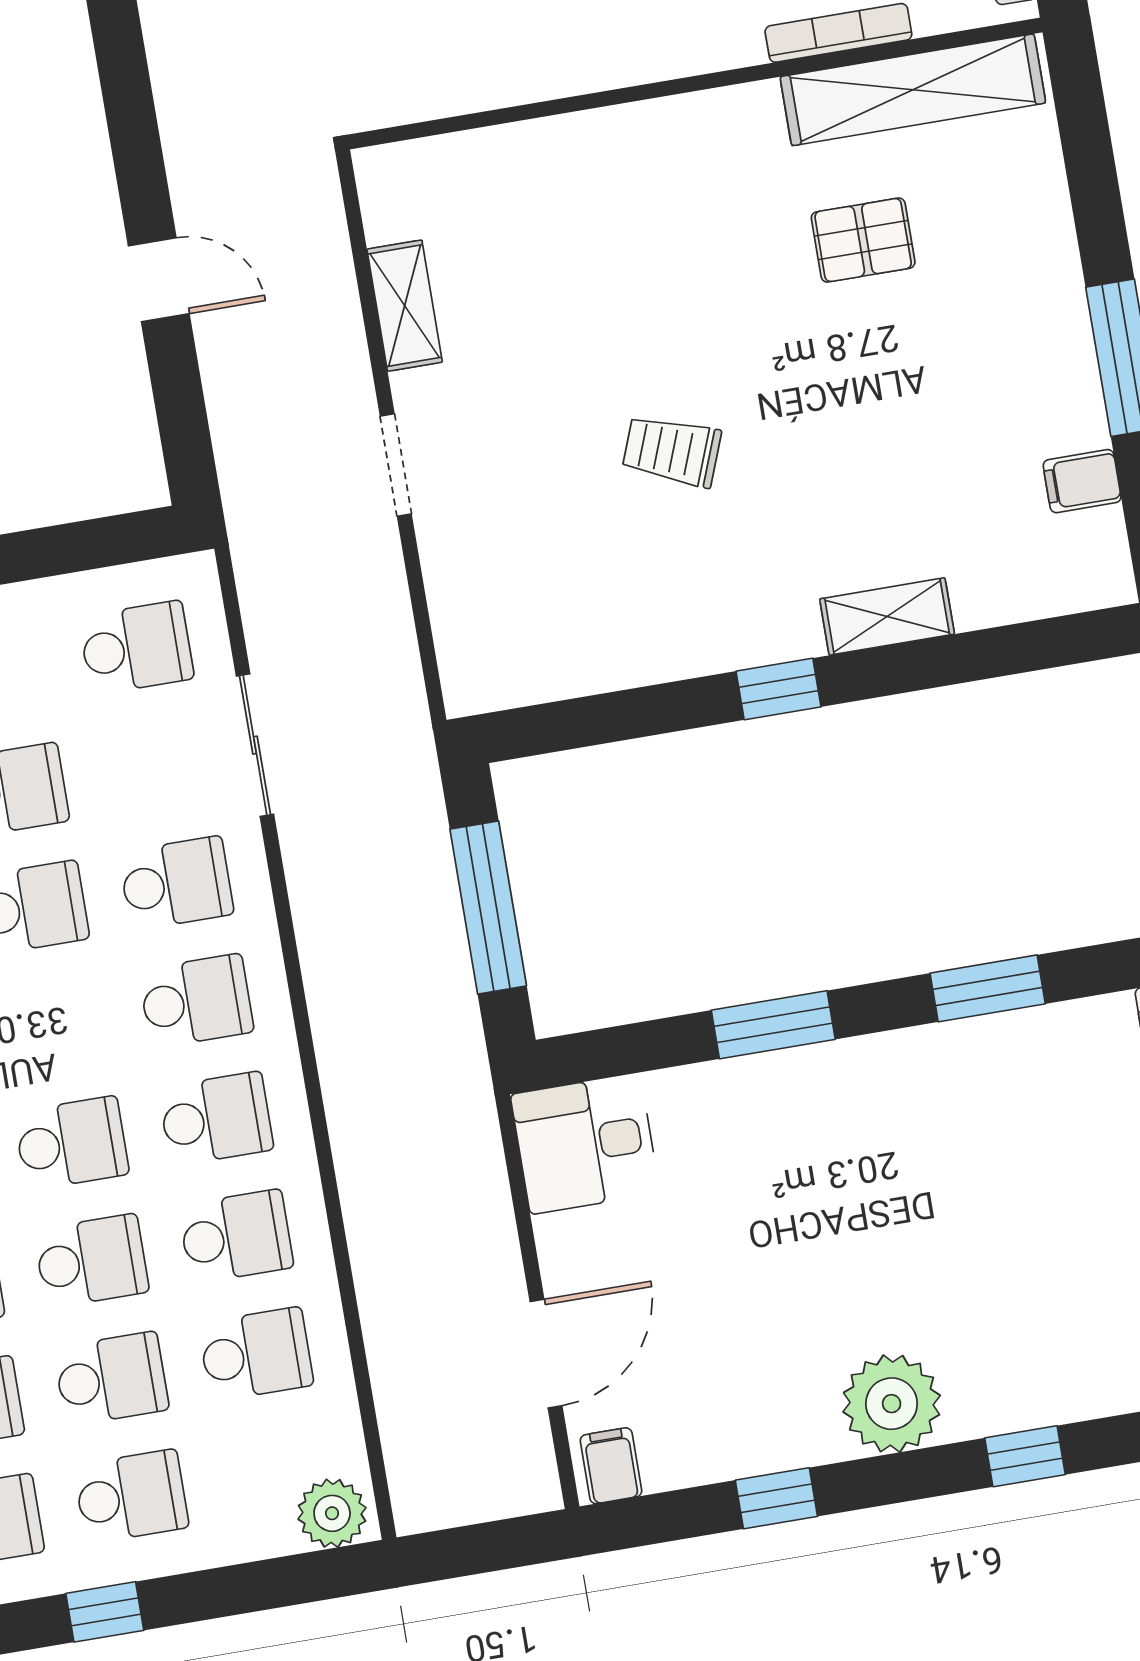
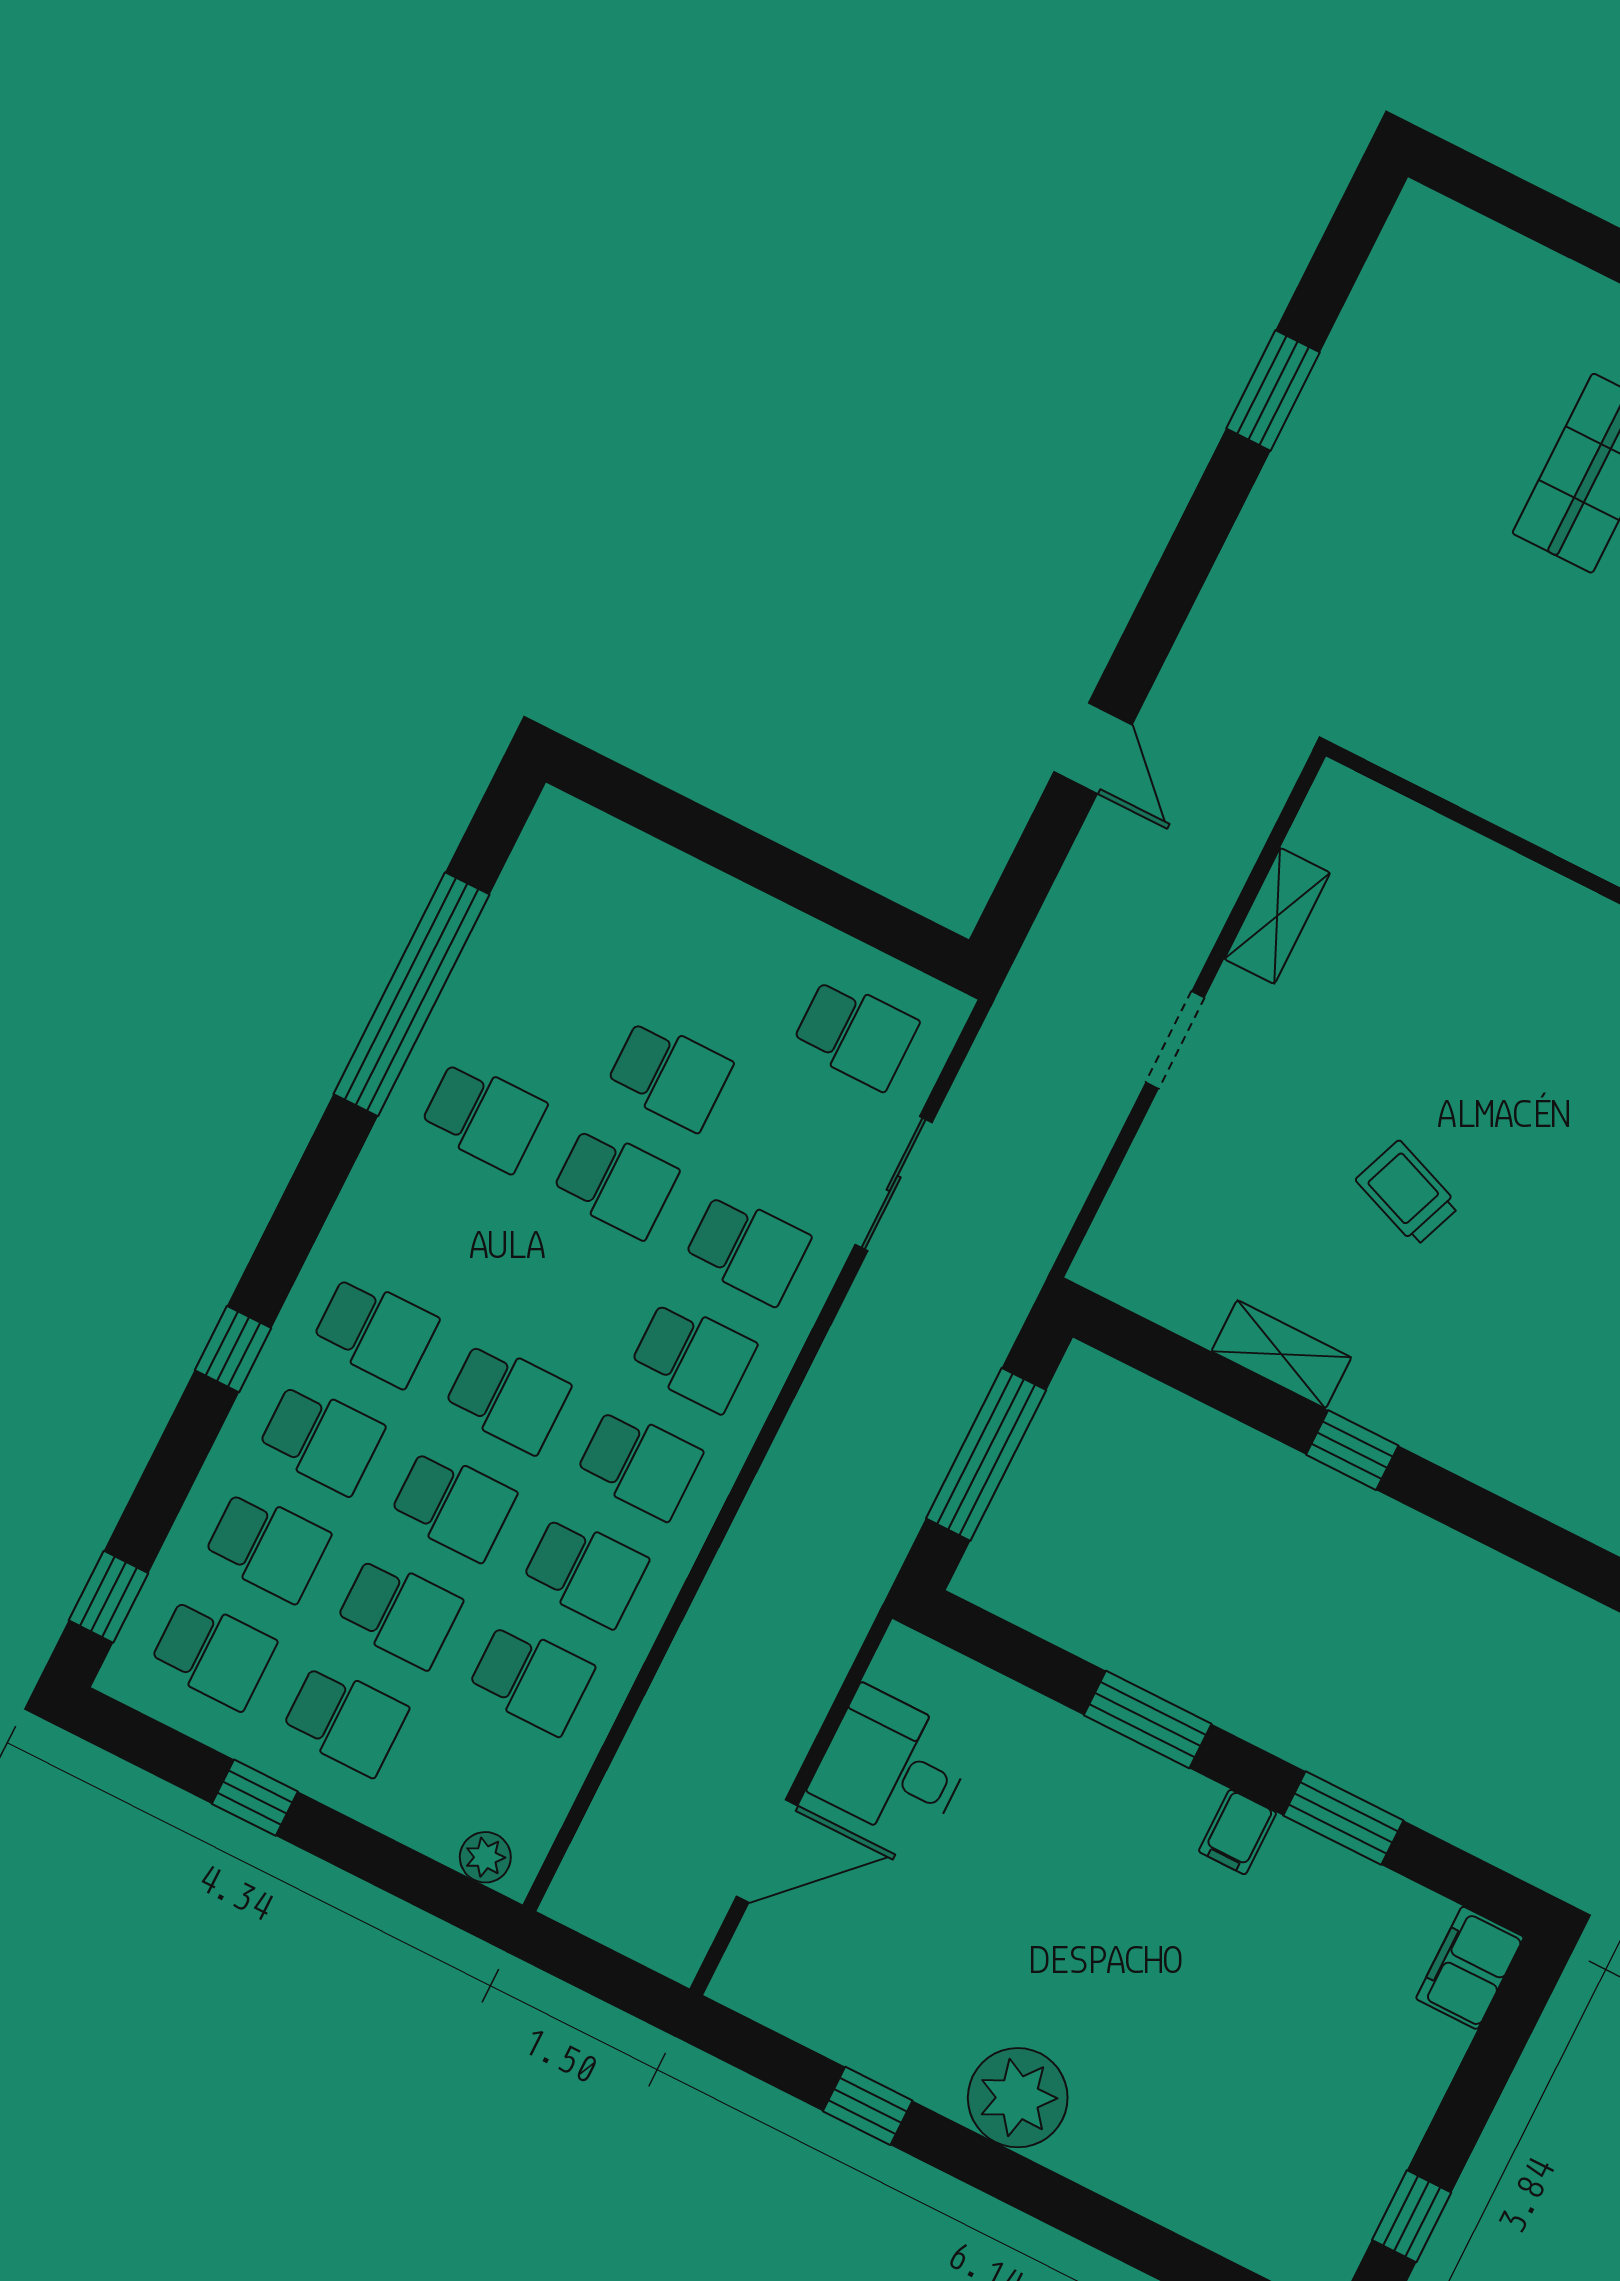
shelving: (887, 616) -> (1281, 1354), moved
desk: (585, 1144) -> (893, 1766), moved
window: (1025, 1456) -> (1095, 2220), removed
filing cabinet: (611, 1466) -> (1238, 1832), moved, turned 180
plant: (332, 1513) -> (485, 1857), width x0.73, depth x0.73

